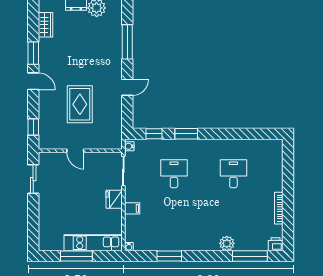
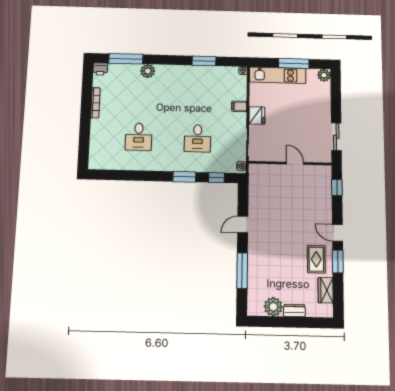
rug: (80, 104) -> (316, 259), moved, width x0.73, depth x0.70
plant: (45, 244) -> (324, 75), added

